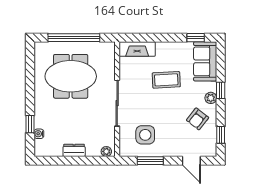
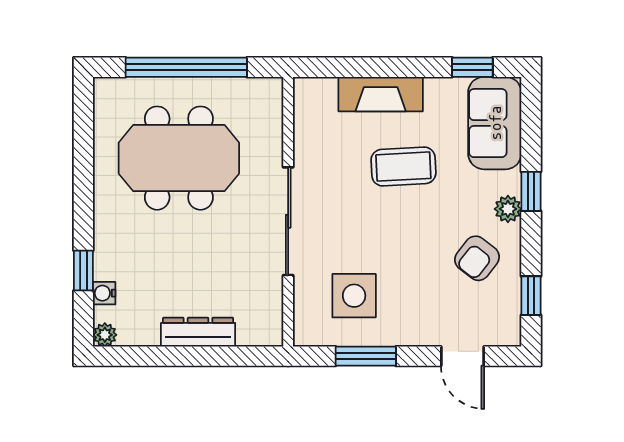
fireplace: (137, 49) -> (381, 94), moved
dresser: (74, 150) -> (198, 332), width x1.44
plant: (106, 151) -> (105, 335), moved

